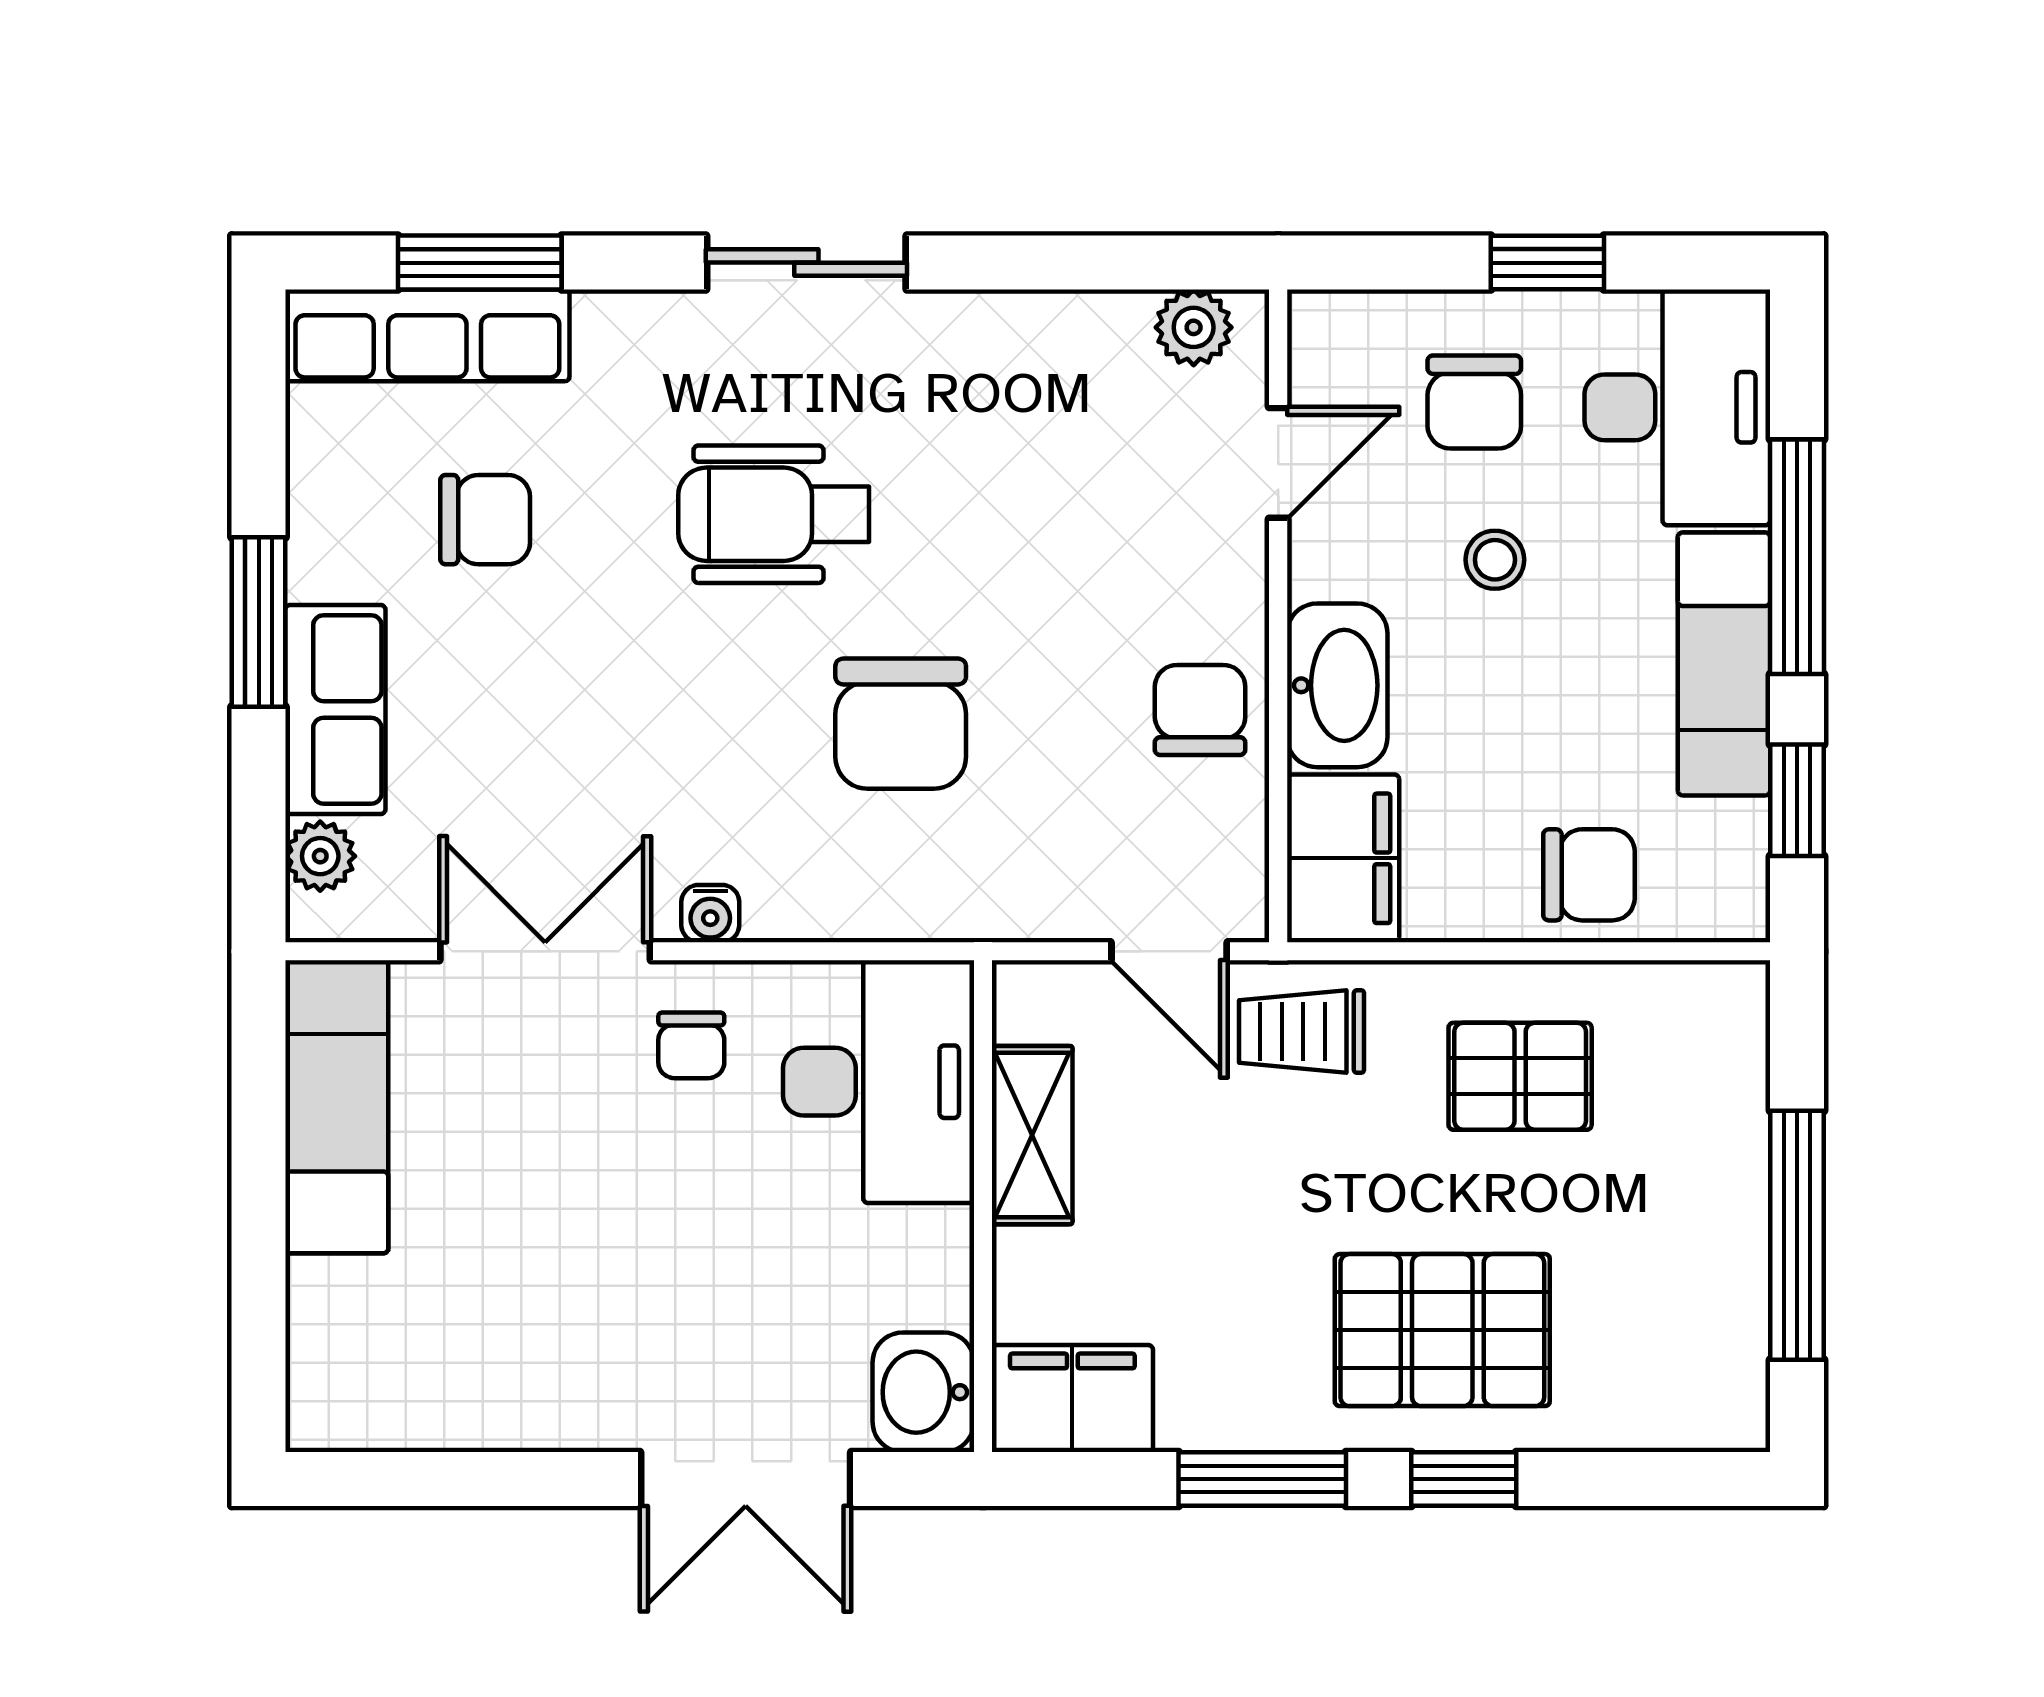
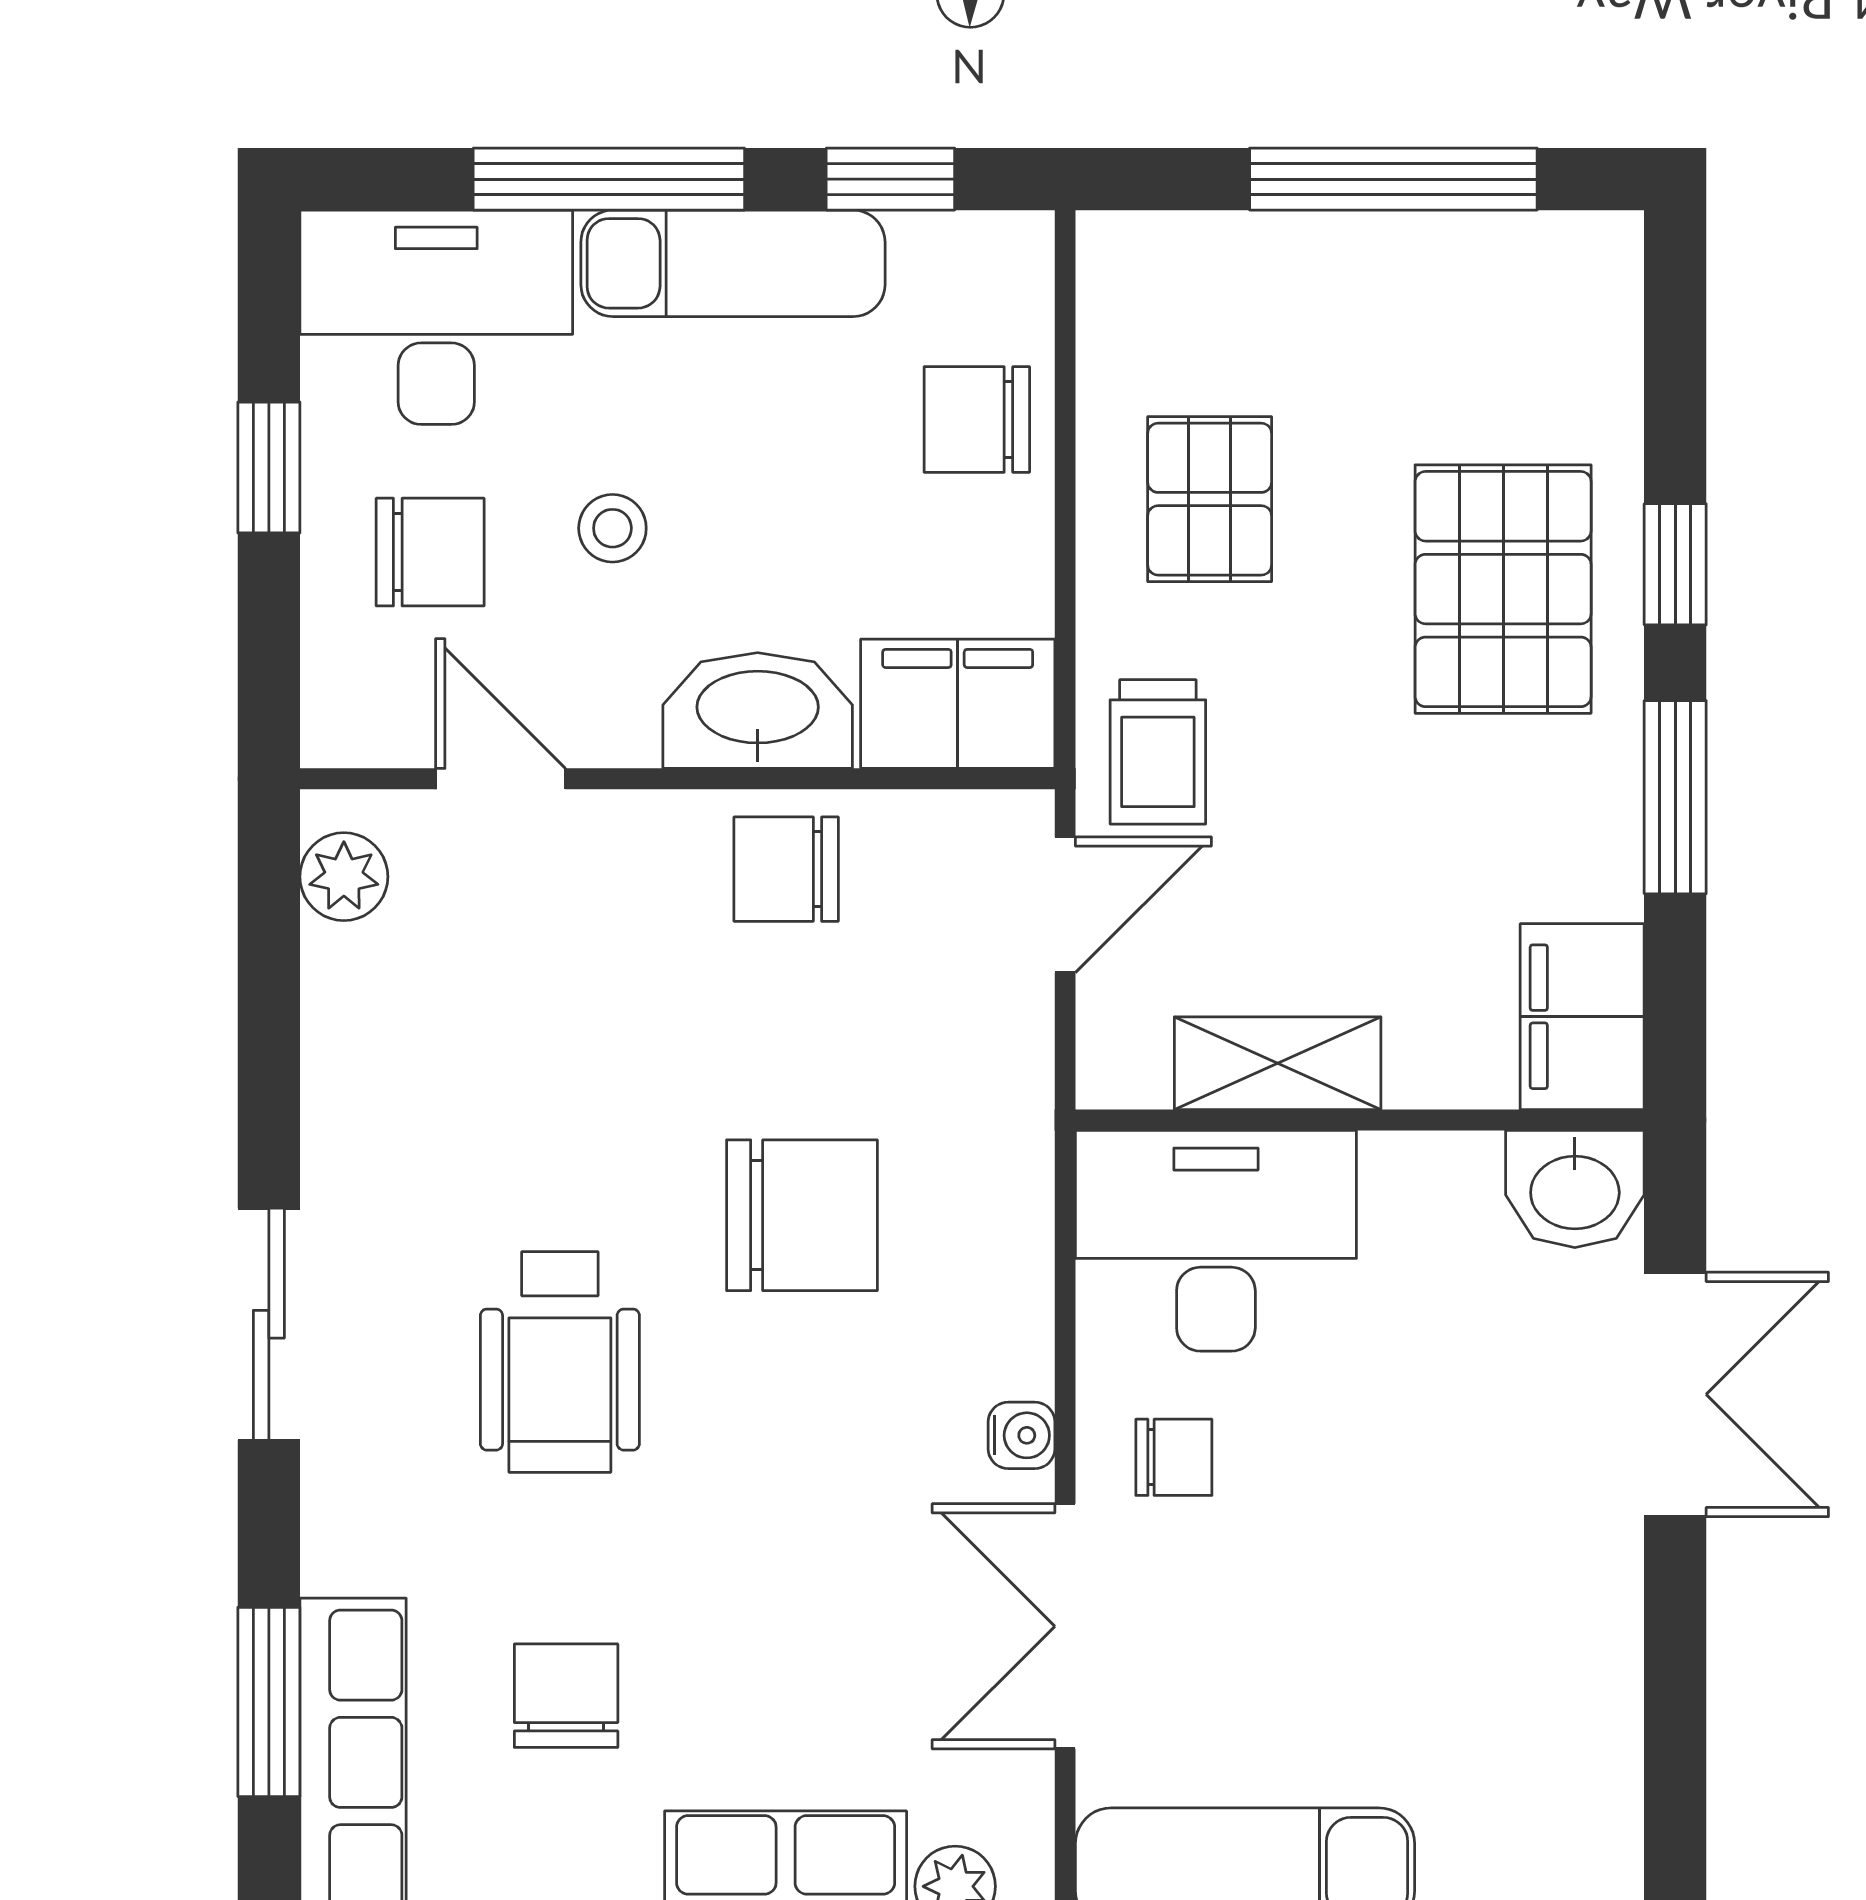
chair: (1589, 875) -> (977, 420), turned -90

